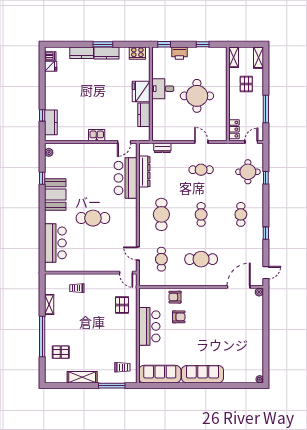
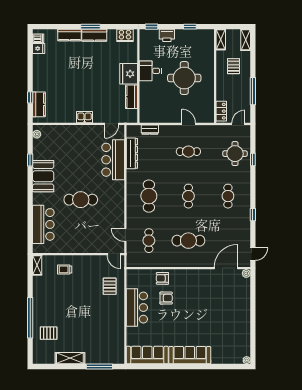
shelving: (49, 304) -> (37, 265), moved
trolley: (122, 367) -> (110, 348), removed

